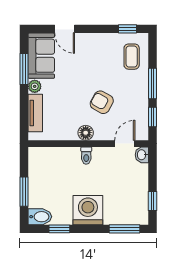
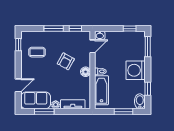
coffee table: (132, 57) -> (37, 52), moved
door: (125, 144) -> (92, 46), swing flipped
bathtub: (57, 157) -> (101, 90), added

